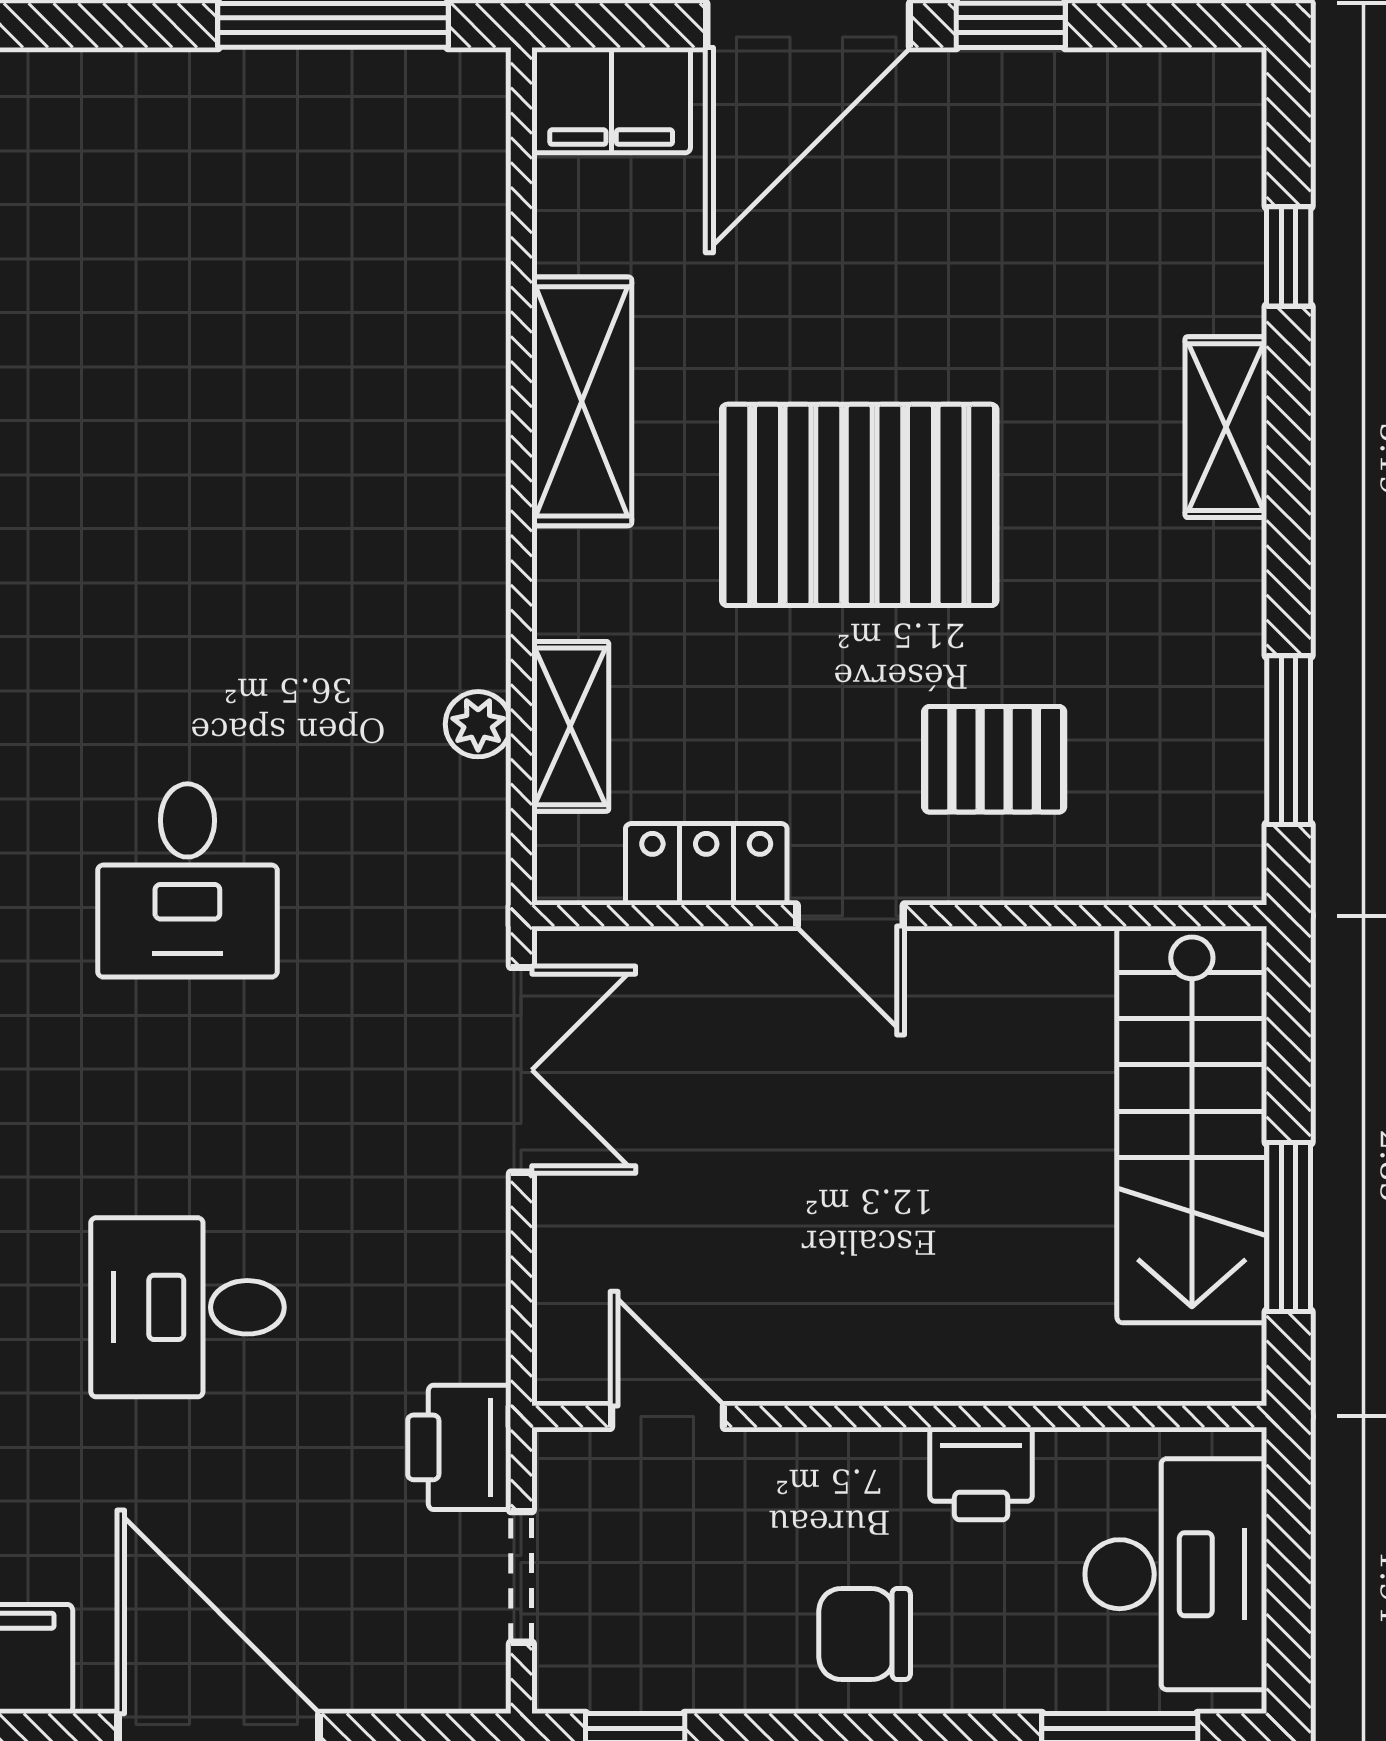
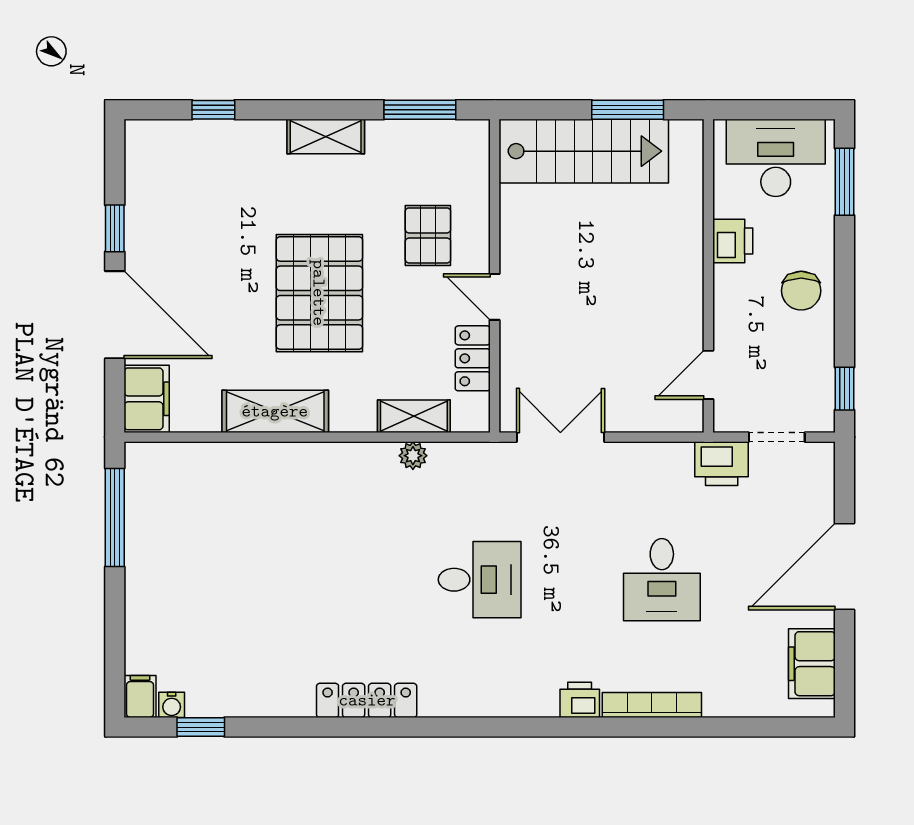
shelving: (1226, 427) -> (326, 137), moved
door: (850, 916) -> (495, 297), swing flipped

